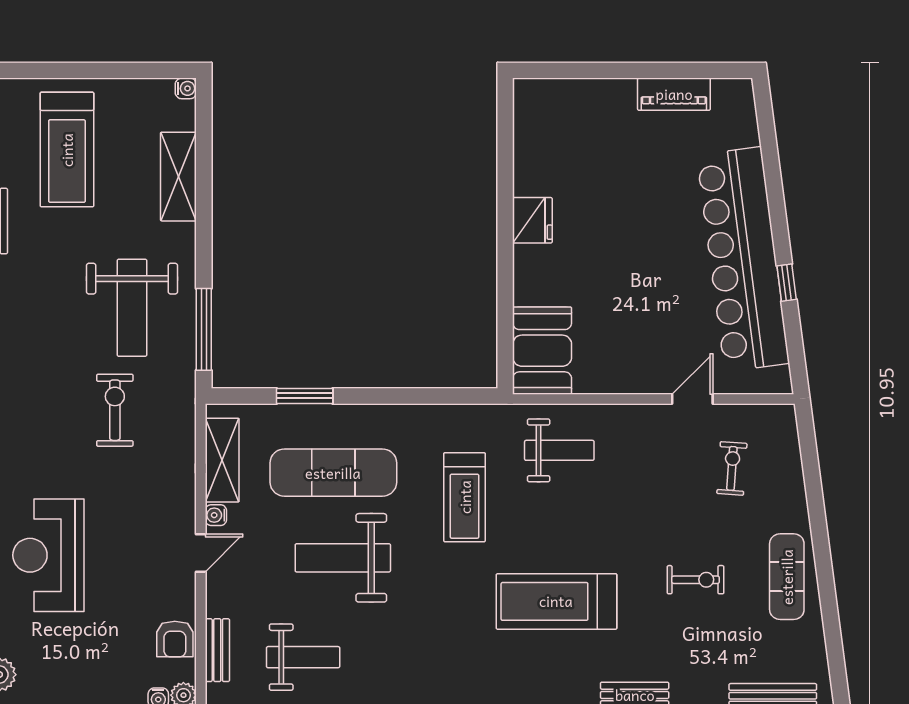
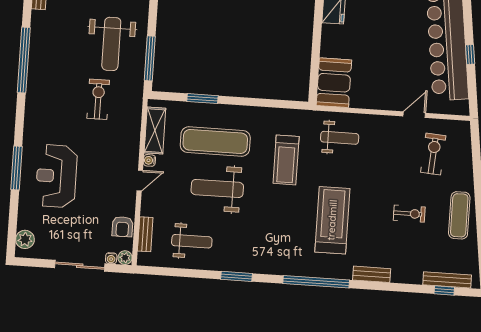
exercise bike: (732, 468) -> (433, 154), width x1.38, depth x1.39
treadmill: (556, 601) -> (332, 220), turned 90

